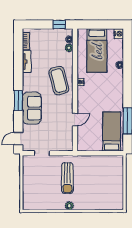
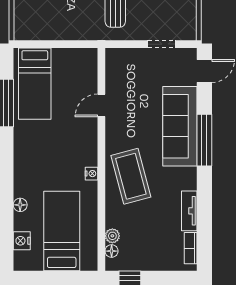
nightstand: (119, 34) -> (22, 241), moved
window: (18, 100) -> (204, 140), width x1.44
sofa: (32, 108) -> (180, 126), width x1.36

